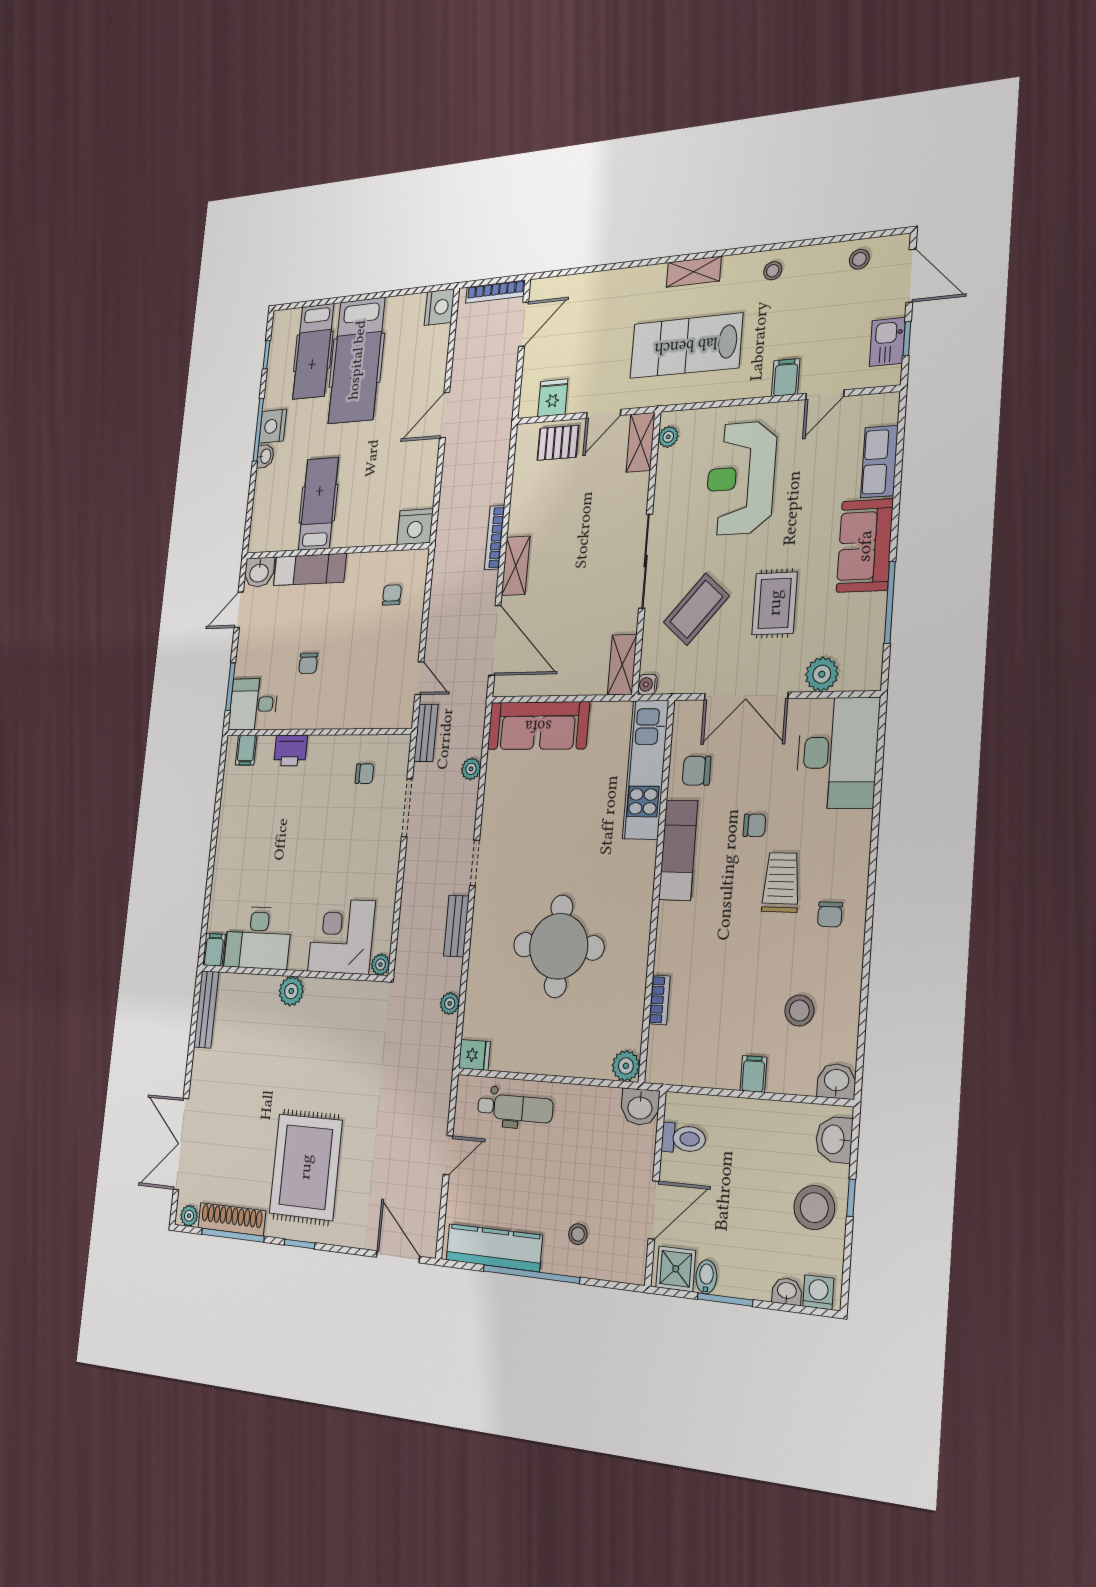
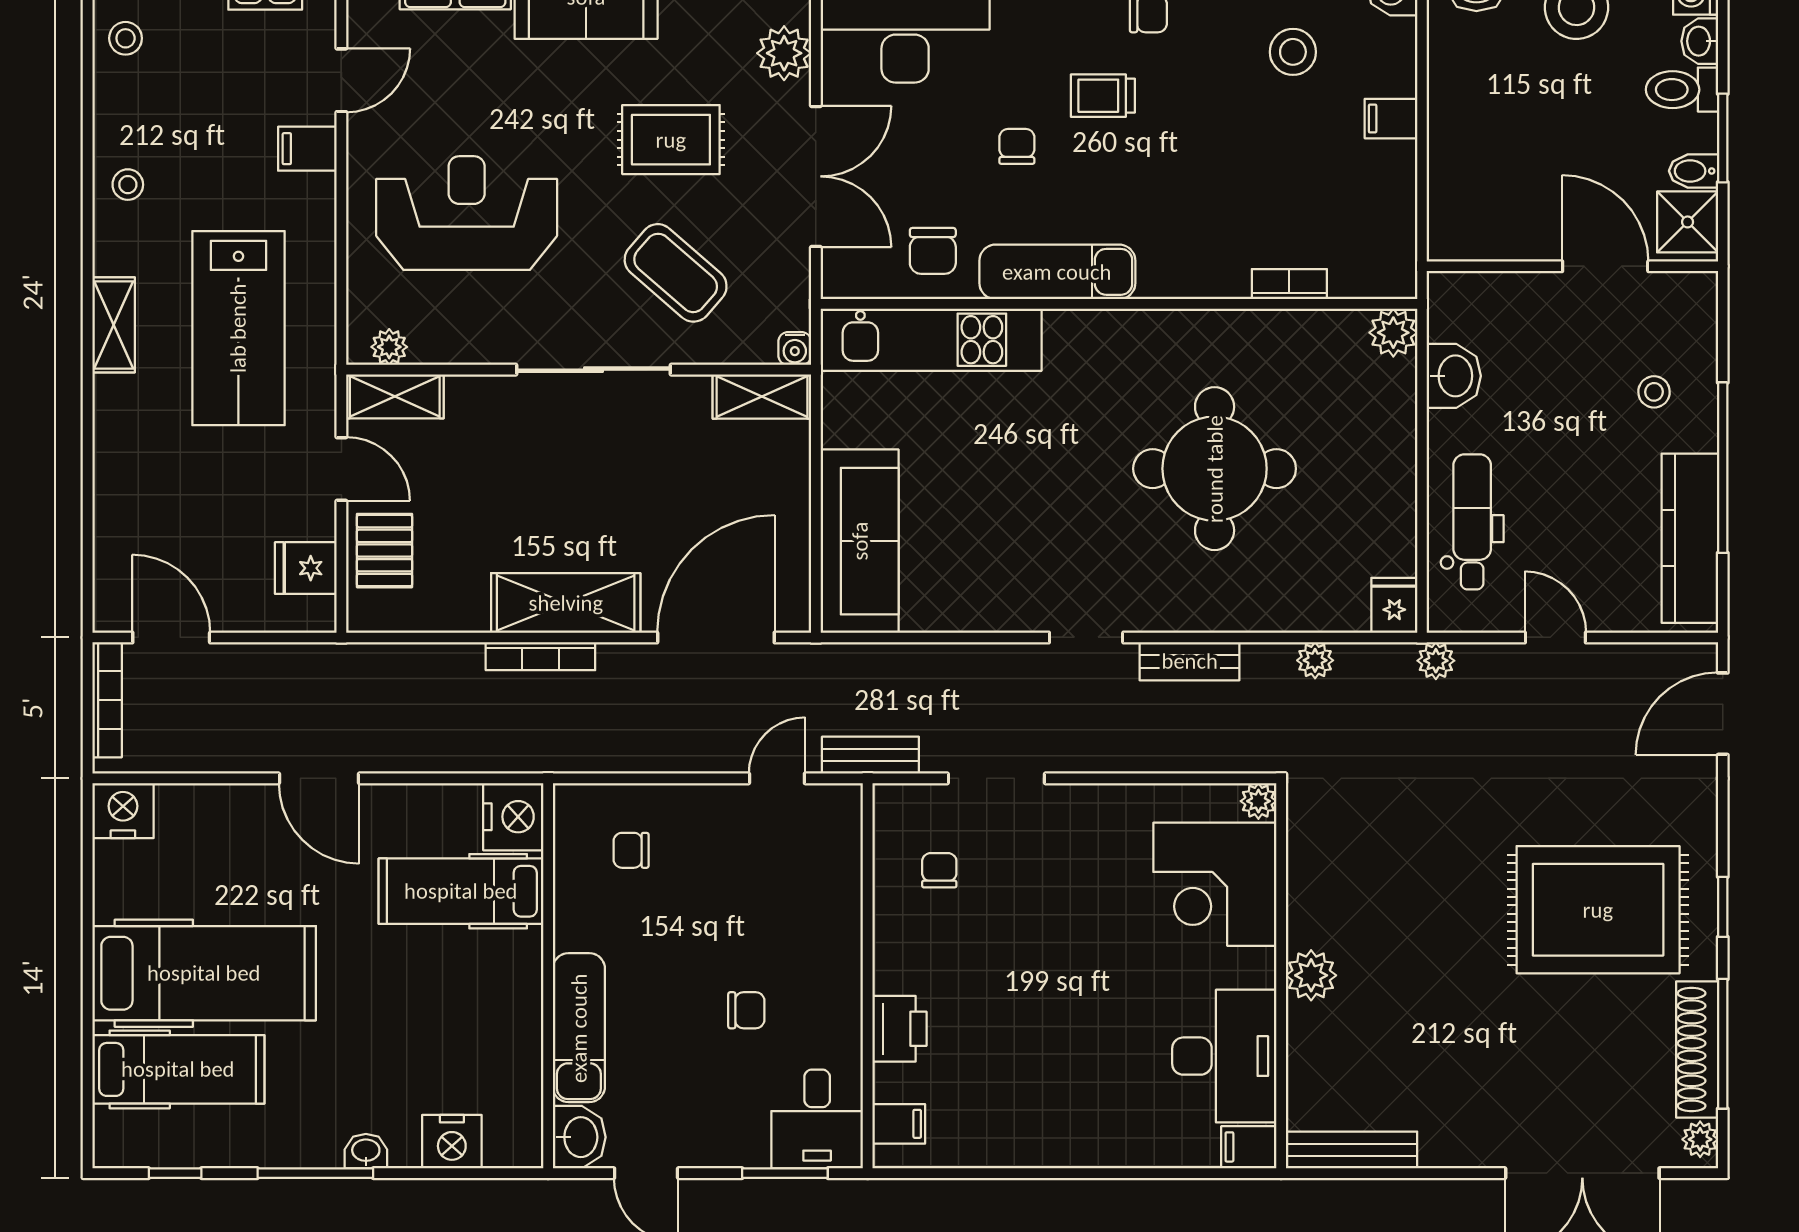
door: (825, 395) -> (341, 80), hinge flipped
nightstand: (273, 426) -> (452, 1142), moved
reception desk: (741, 478) -> (467, 213), turned 180
hospital bed: (318, 504) -> (461, 891), moved
shelving: (516, 566) -> (566, 603), width x1.50, depth x1.33
plant: (471, 769) -> (1436, 661), moved
trolley: (781, 882) -> (1103, 96), width x0.73, depth x0.72
washbasin: (640, 1107) -> (1454, 376), moved
toilet: (684, 1138) -> (1682, 90), moved, turned -90

